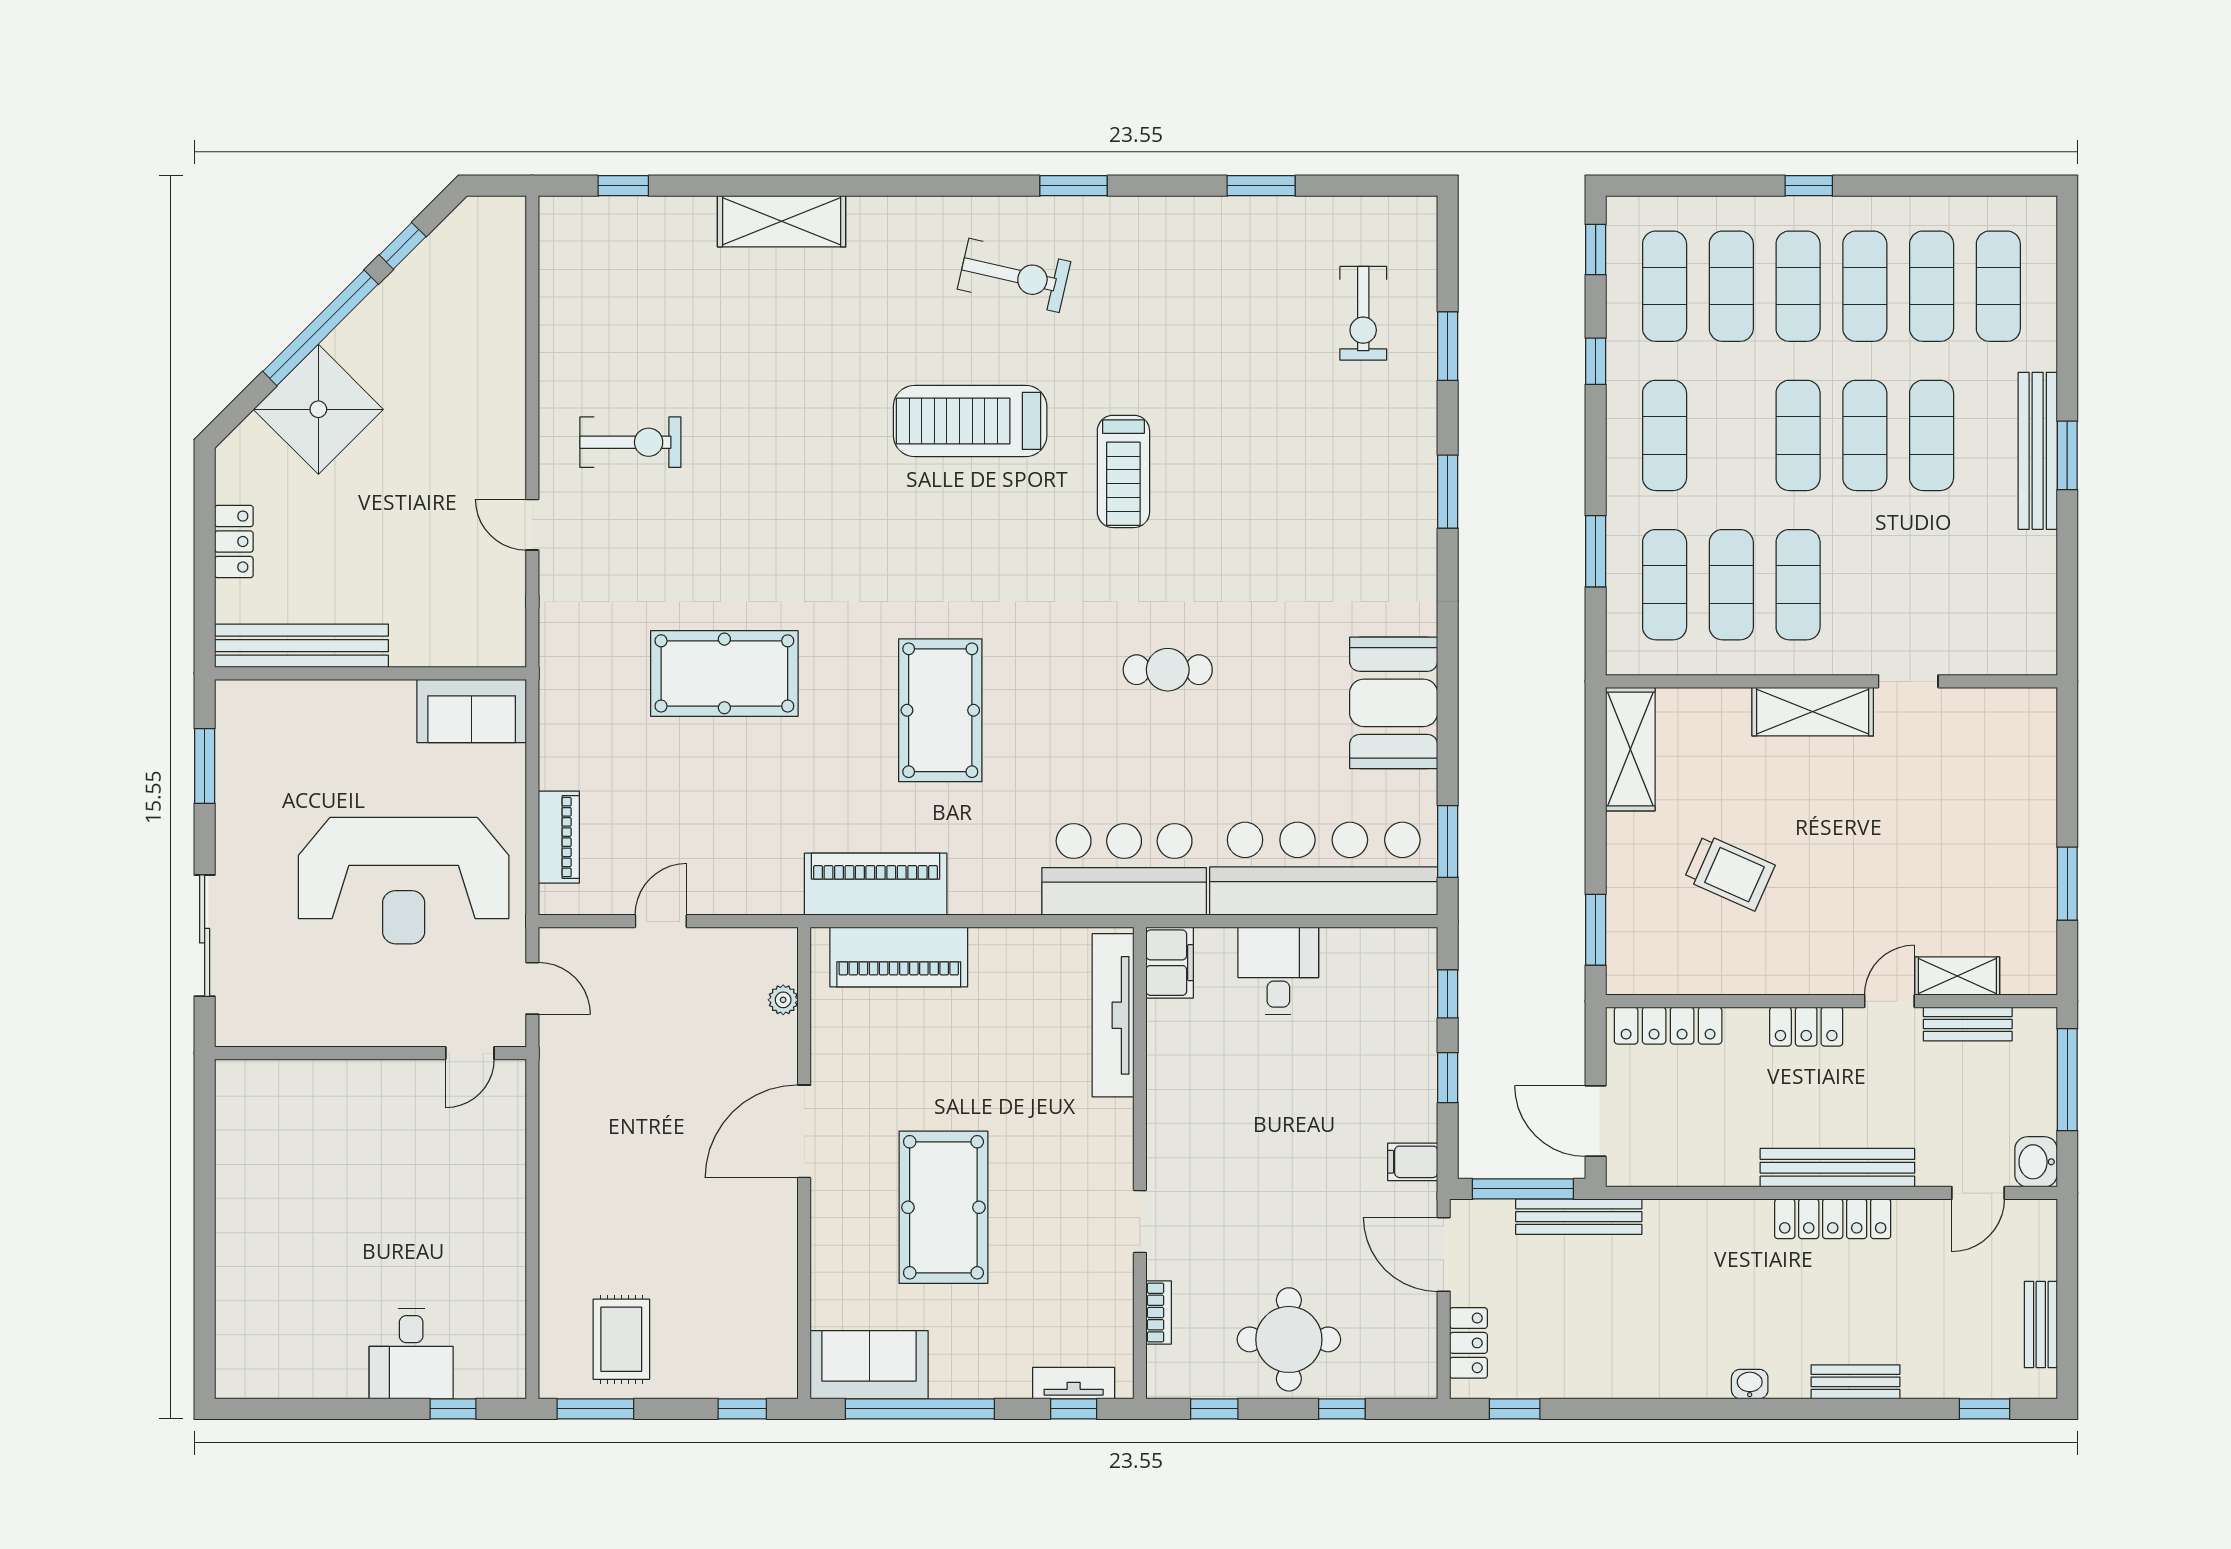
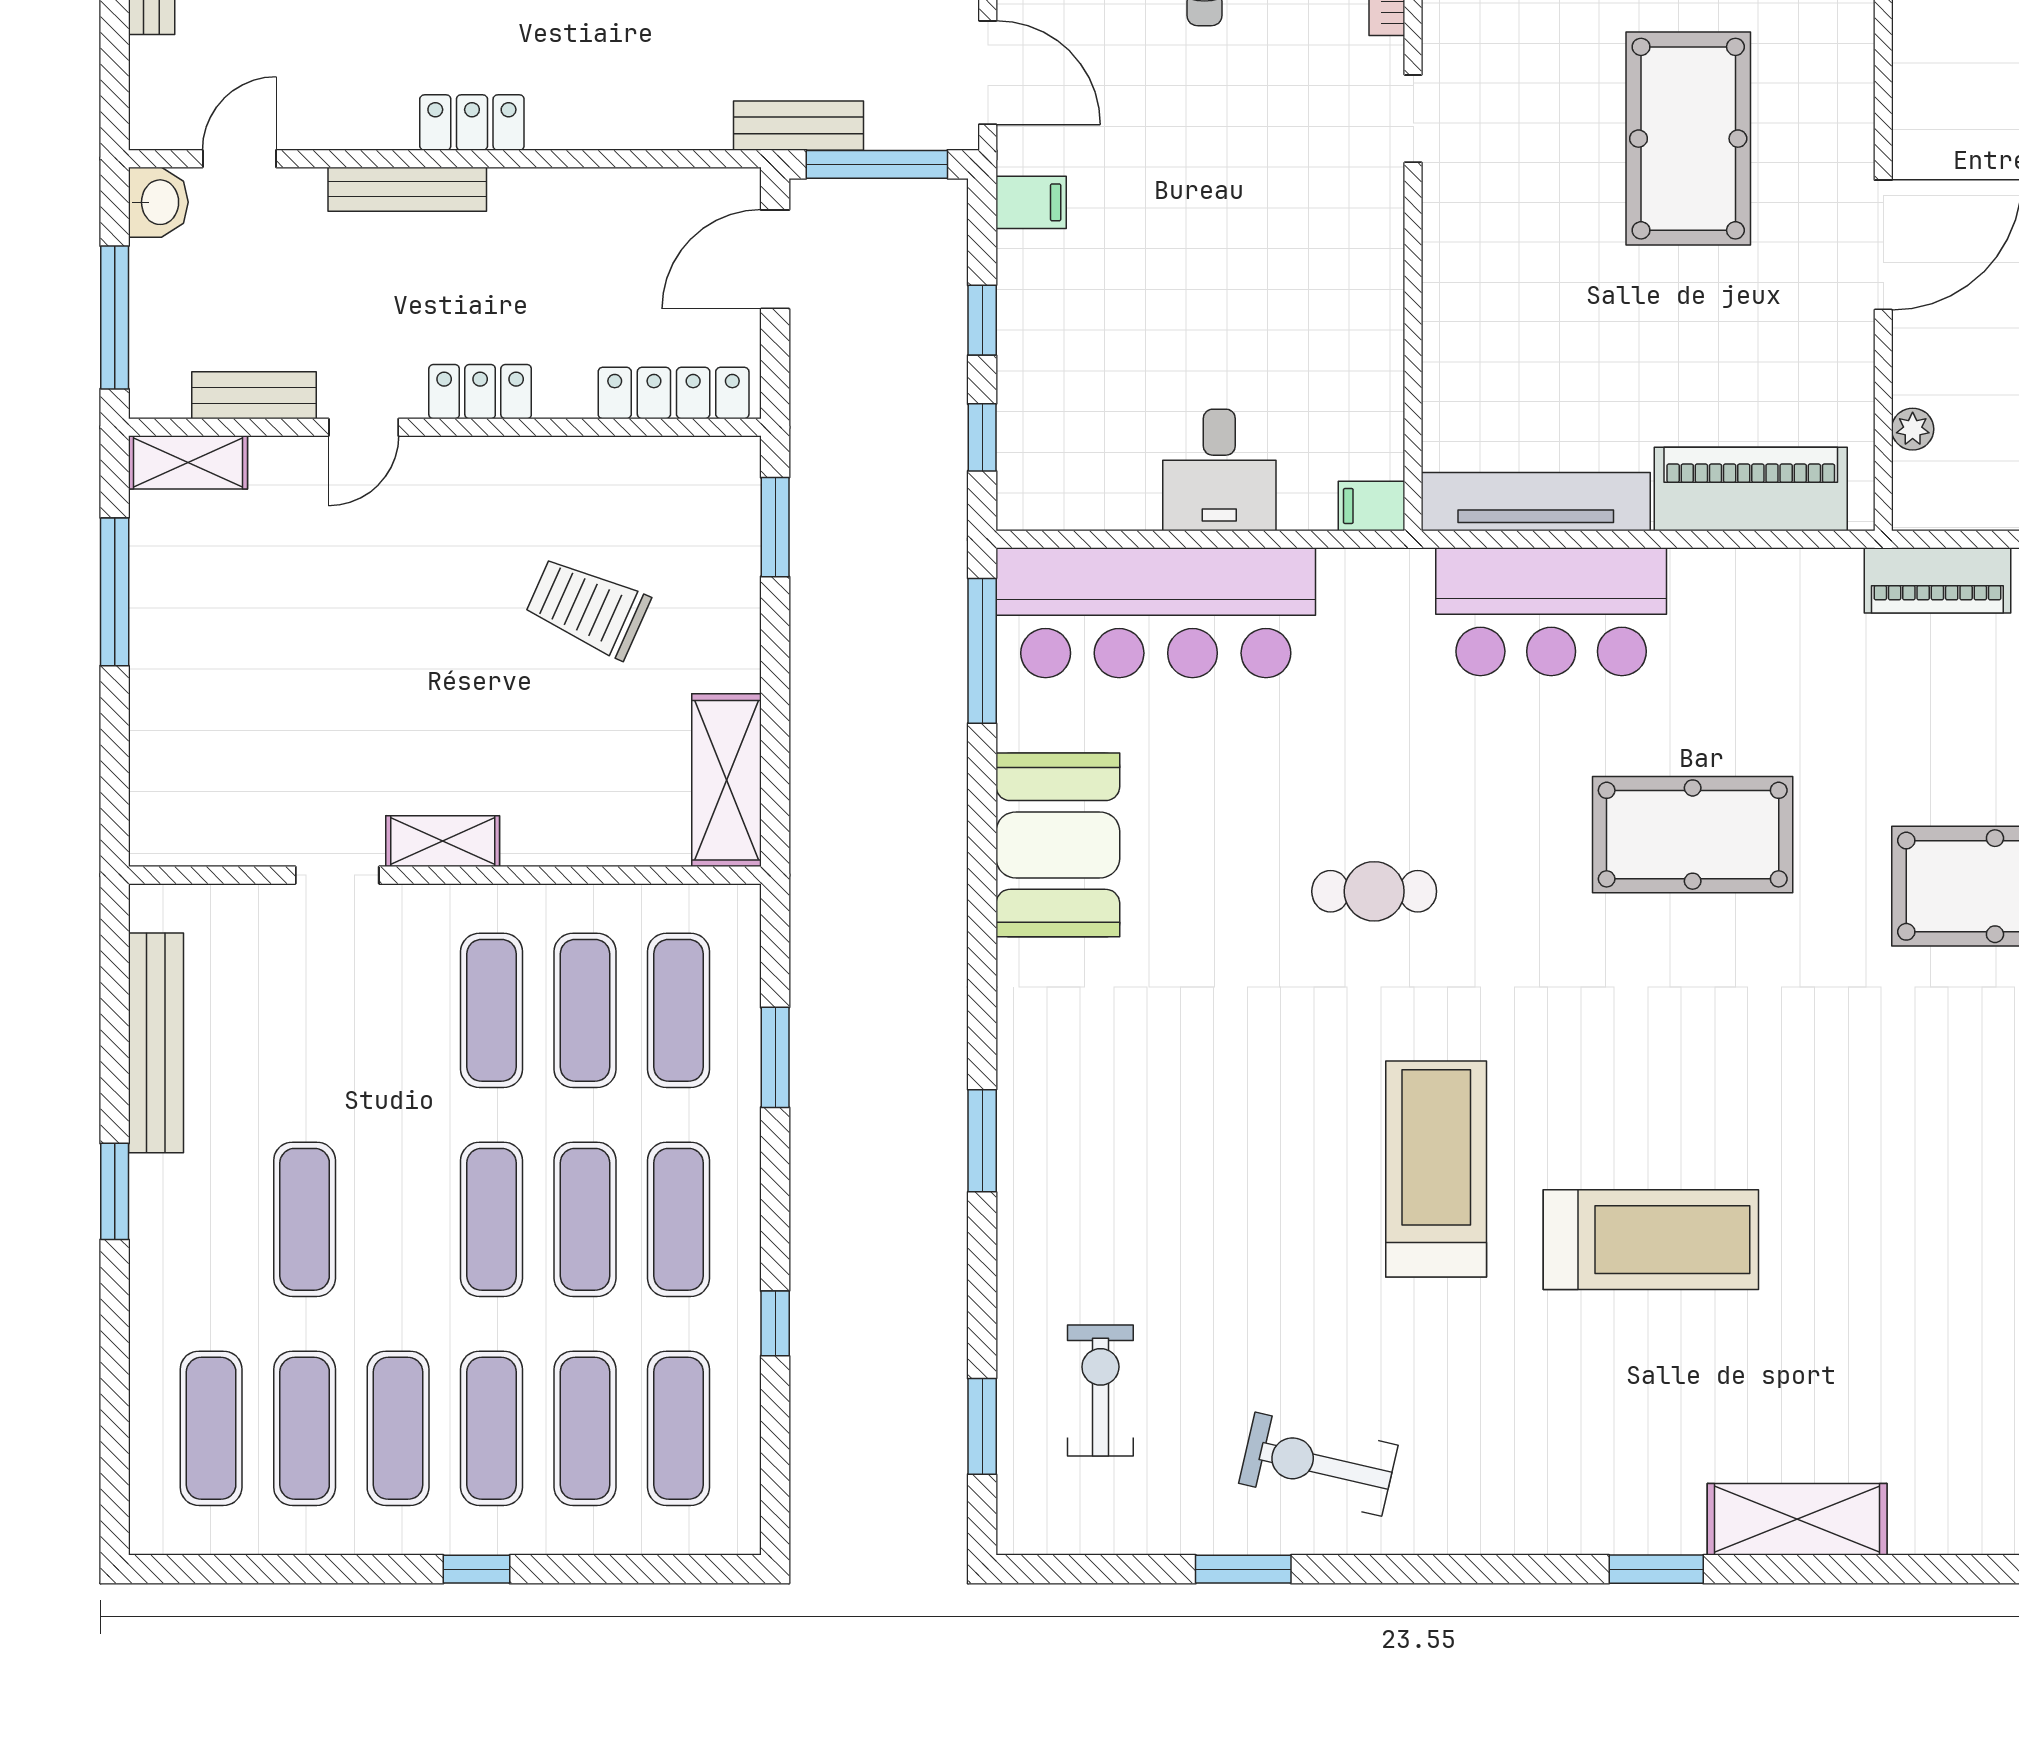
window: (1073, 186) -> (1656, 1569), moved
shelving: (782, 221) -> (1797, 1519), moved
window: (1596, 250) -> (775, 1480), removed
exercise bike: (1014, 275) -> (1318, 1464), moved
window: (1448, 346) -> (982, 1426), moved
exercise mat: (1865, 435) -> (585, 1219), moved
bench: (2038, 451) -> (156, 1043), moved
treadmill: (1123, 471) -> (1436, 1169), width x1.37, depth x1.38
pool table: (940, 710) -> (1693, 835), turned 90
shelving: (1813, 712) -> (443, 841), width x0.67, depth x0.75
window: (1448, 841) -> (982, 651), width x1.44
bar counter: (1124, 869) -> (1551, 612), moved
piano: (876, 884) -> (1937, 580), moved, width x0.73, depth x0.75
window: (2067, 884) -> (115, 592), width x1.44
filing cabinet: (1170, 963) -> (1372, 506), width x0.50
shelving: (1957, 976) -> (188, 462), moved
tv unit: (1113, 1015) -> (1536, 502), moved, turned -90
door: (1596, 1121) -> (775, 259), swing flipped
bench: (1837, 1168) -> (407, 189), width x0.73, depth x0.82
bench: (1579, 1217) -> (798, 126), width x0.73
locker: (1833, 1219) -> (472, 123), width x0.66

